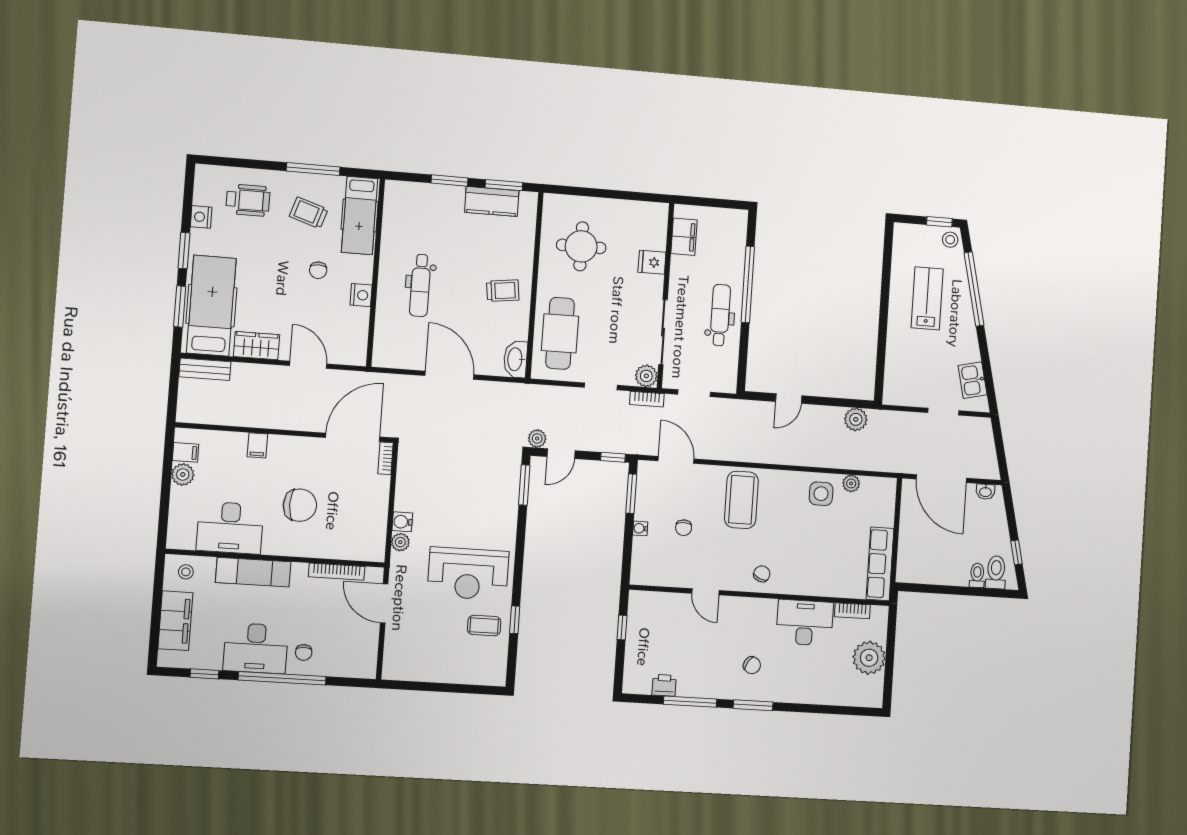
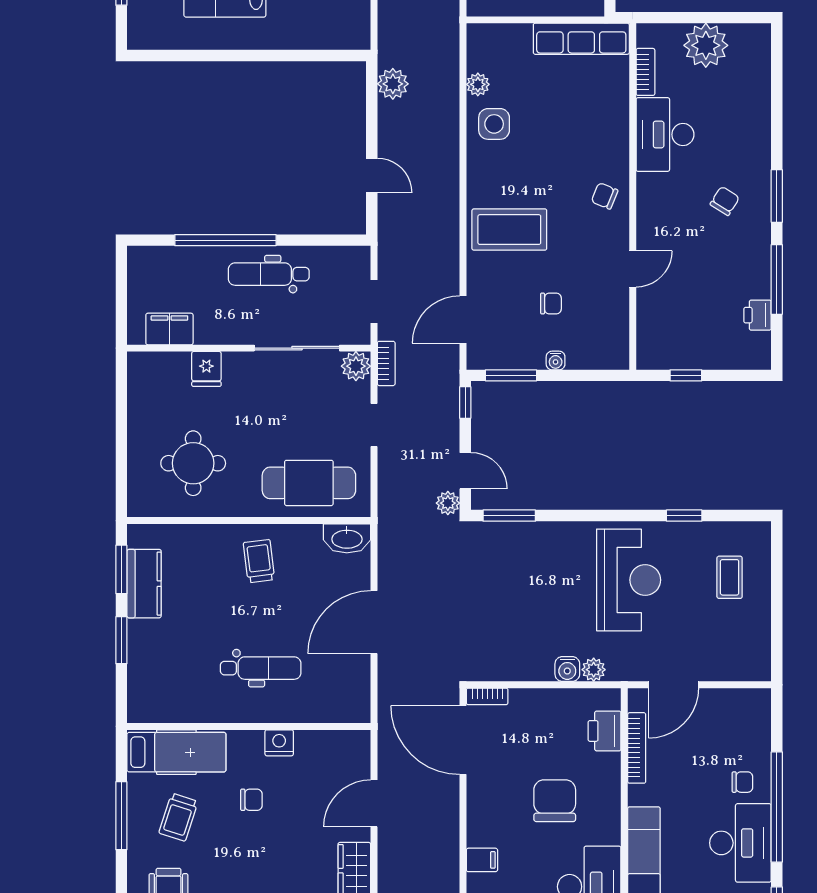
printer: (352, 548) -> (605, 731), added
coffee table: (484, 626) -> (730, 577), moved

